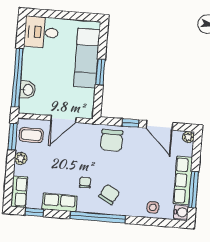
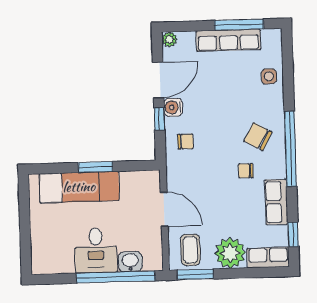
desk: (41, 32) -> (96, 250), moved
chair: (112, 140) -> (185, 141), width x0.54, depth x0.54
plant: (21, 158) -> (230, 253), width x1.87, depth x1.87
water cooler: (181, 212) -> (173, 107), moved, turned -90

